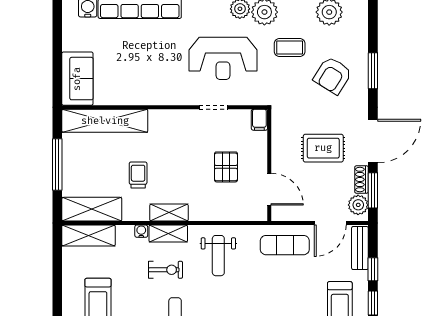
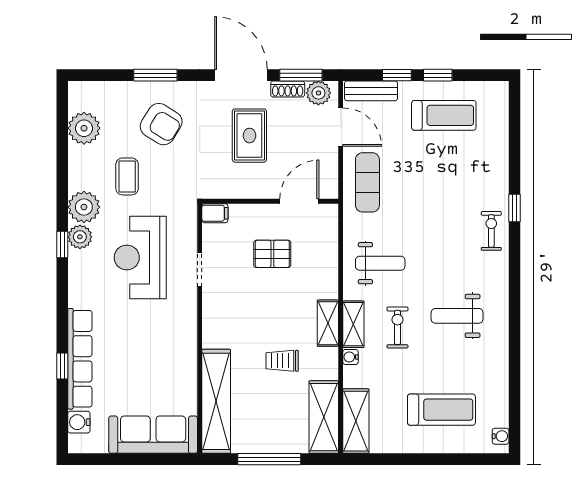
reception desk: (223, 58) -> (140, 257), turned 180
sofa: (77, 79) -> (153, 435), width x1.36

